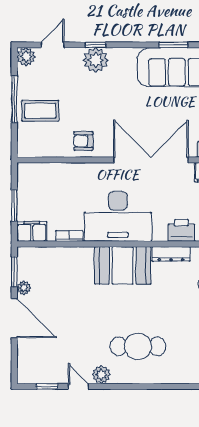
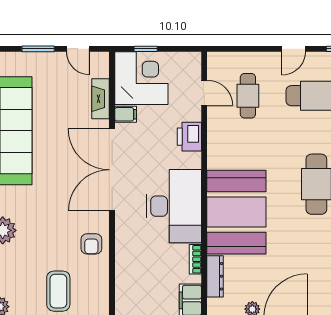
dresser: (171, 254) -> (215, 276), moved
booth: (123, 265) -> (236, 212), width x1.36, depth x1.42

